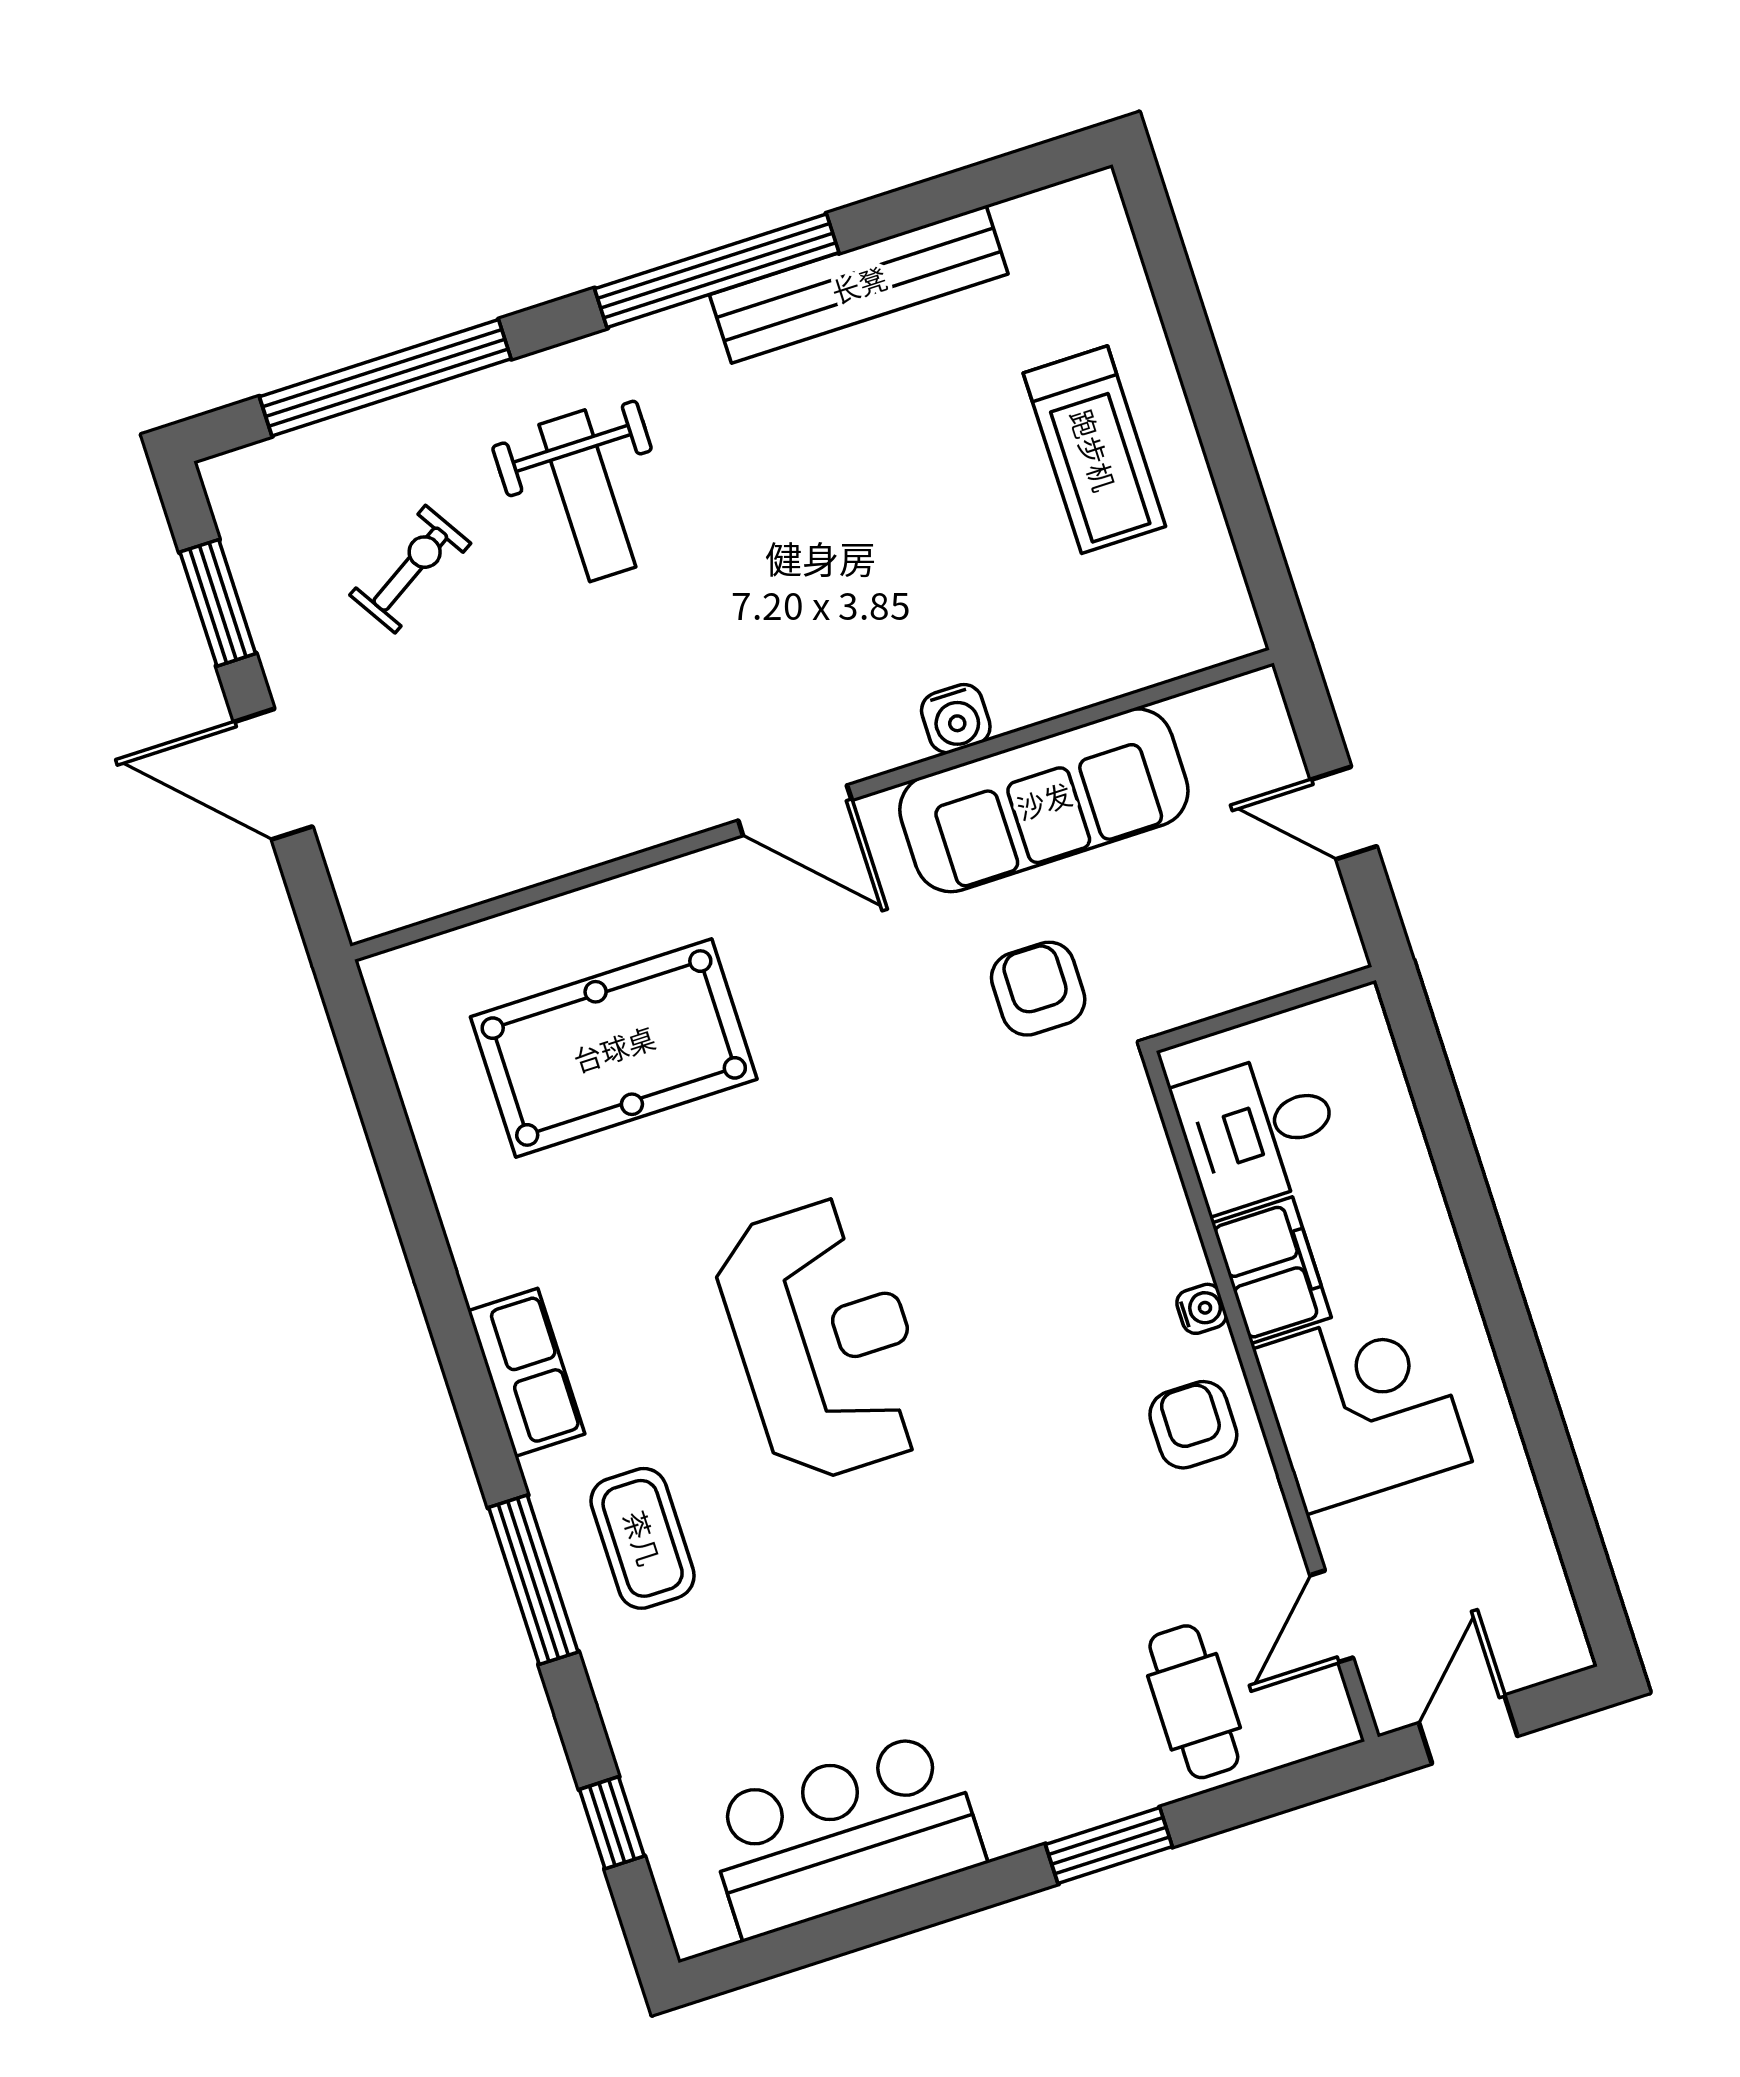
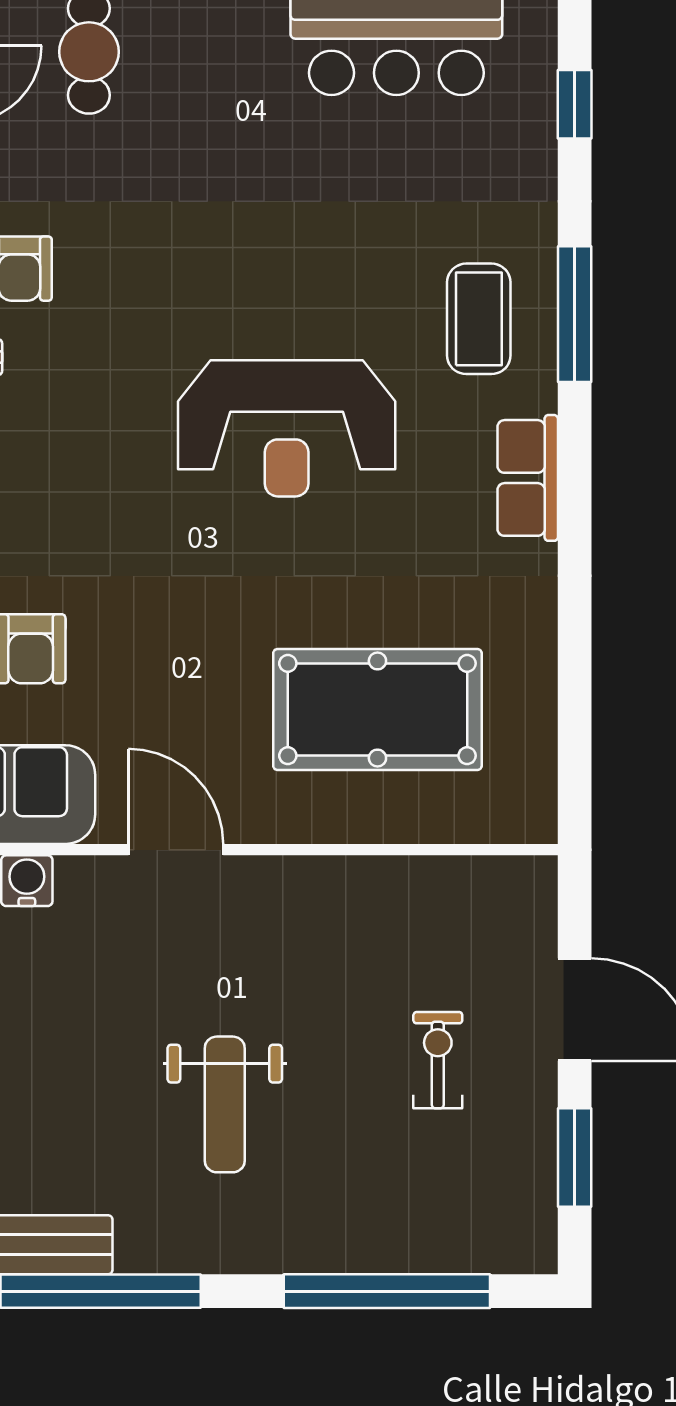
weight bench: (587, 496) -> (225, 1104), moved, turned 180
exercise bike: (410, 569) -> (438, 1060), moved, turned 122
reception desk: (824, 1340) -> (287, 428), turned -90

